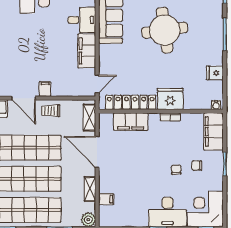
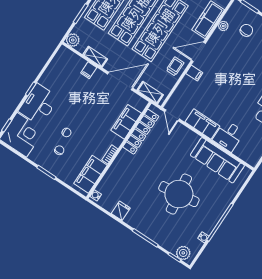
fridge: (170, 99) -> (124, 164), removed
filing cabinet: (214, 131) -> (90, 174), moved, turned -90
filing cabinet: (106, 199) -> (89, 70), moved

